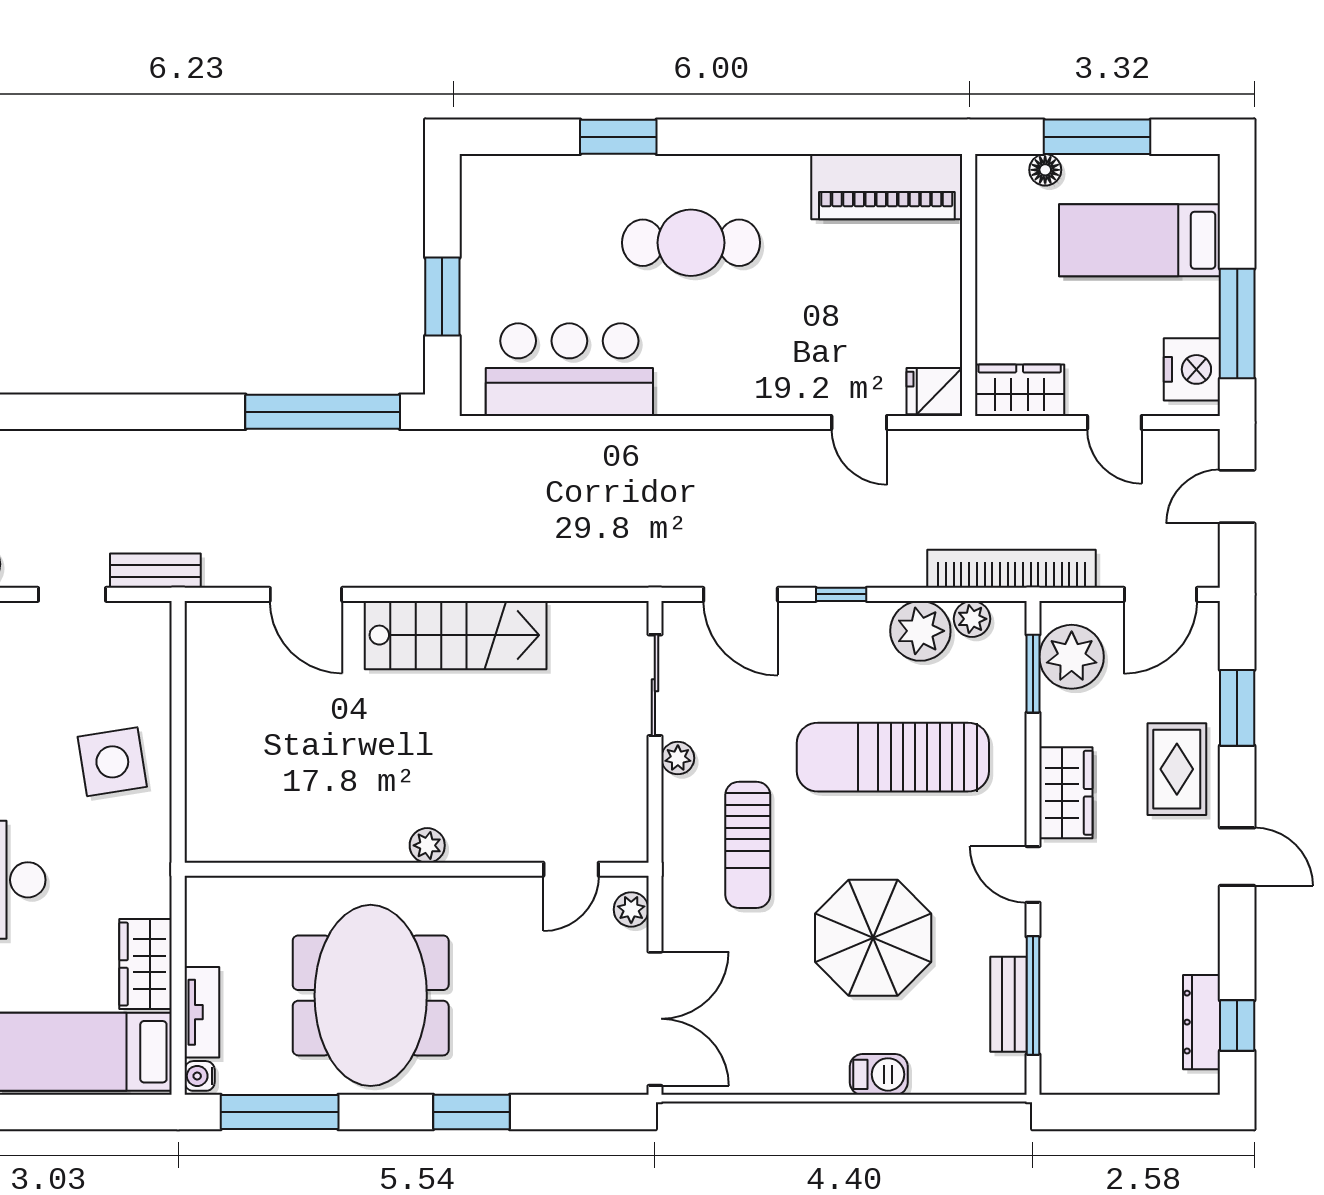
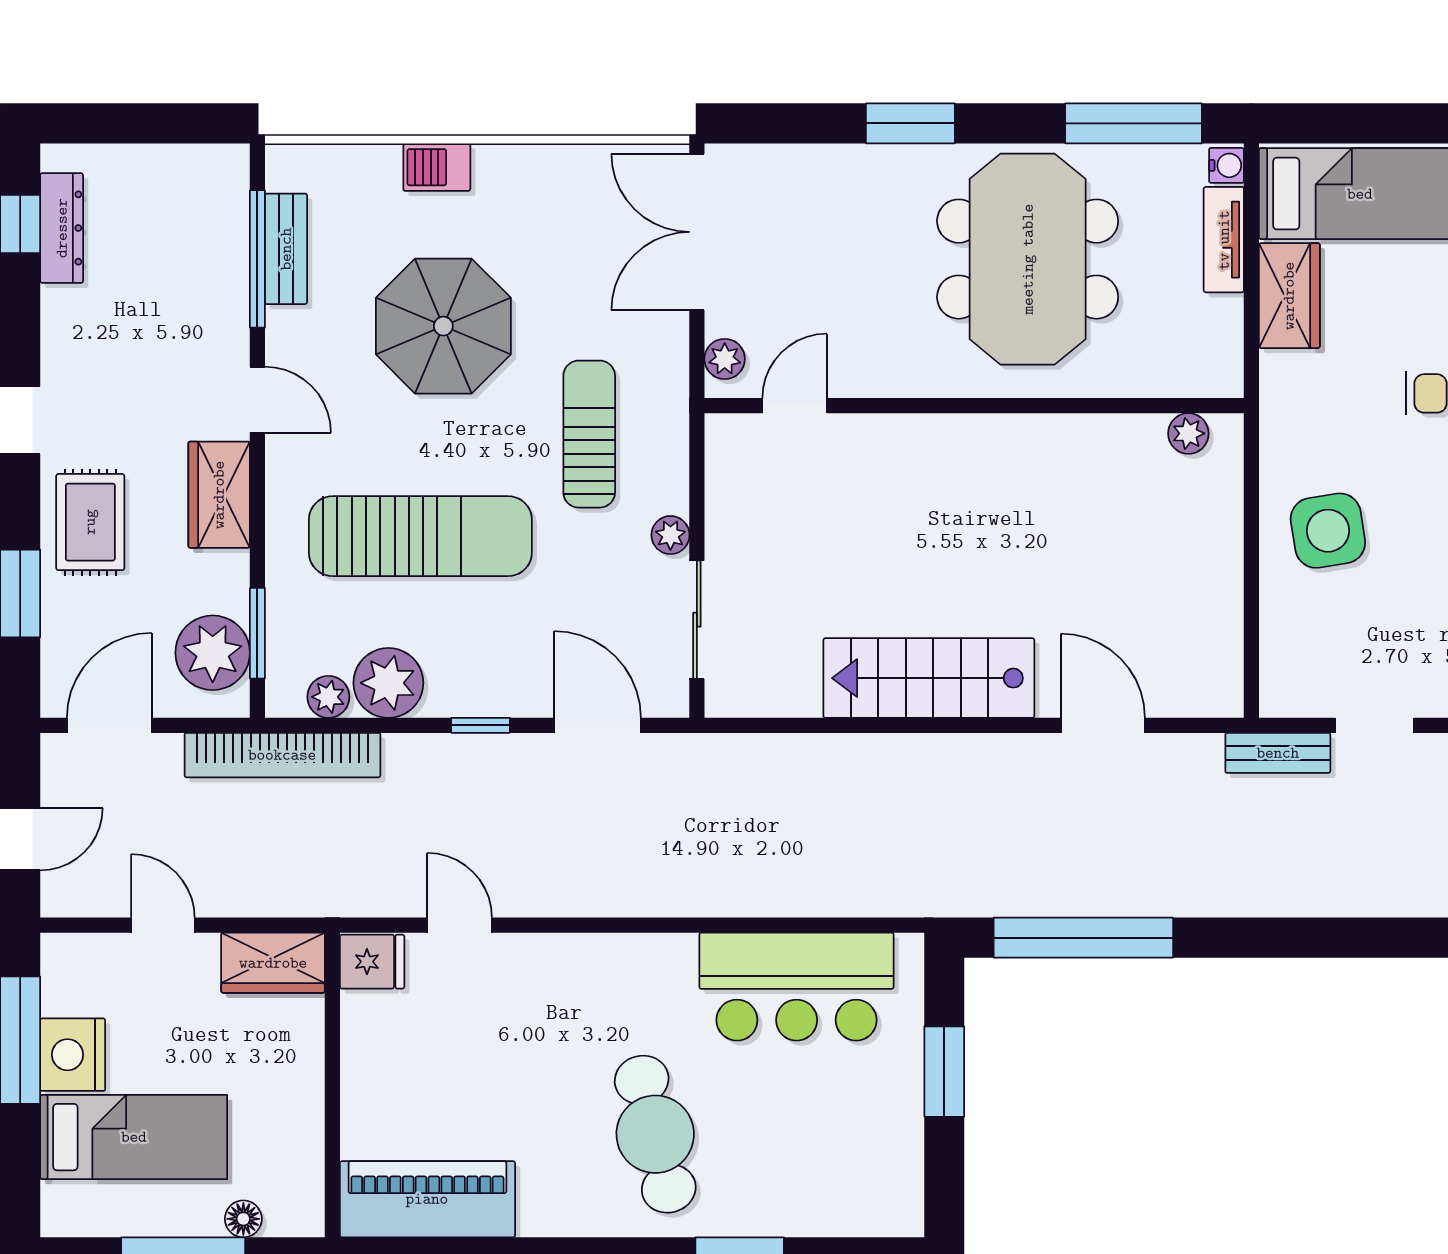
cafe table: (691, 243) -> (655, 1134), turned 76
nightstand: (1192, 369) -> (73, 1055), moved
plant: (427, 845) -> (1188, 433), moved

